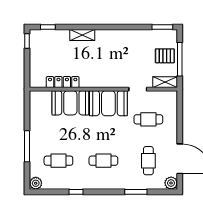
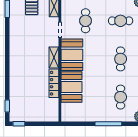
shelving: (82, 35) -> (54, 57), moved
locker: (63, 82) -> (54, 83), moved

